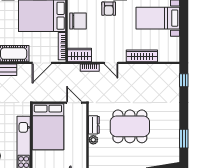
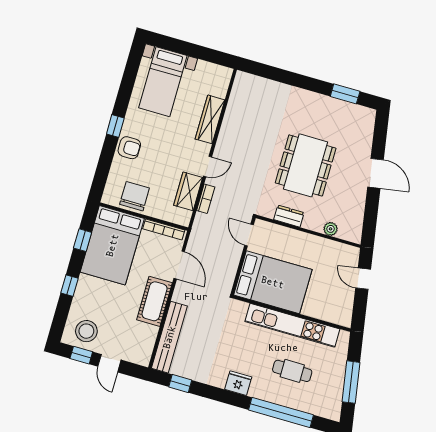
wardrobe: (80, 55) -> (188, 191), moved
window: (184, 80) -> (262, 70), removed
door: (74, 103) -> (249, 235), hinge flipped
plant: (93, 140) -> (331, 229), moved

